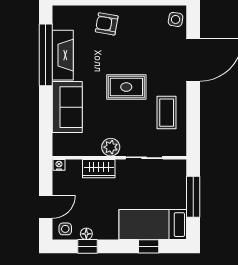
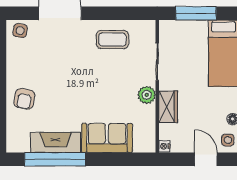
rug: (126, 87) -> (87, 79), removed

